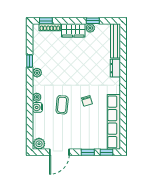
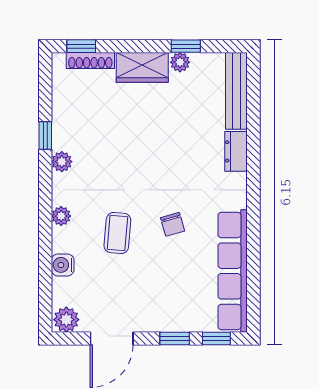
water cooler: (37, 107) -> (63, 265), moved

